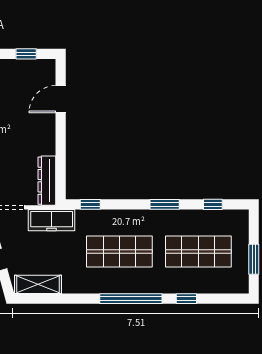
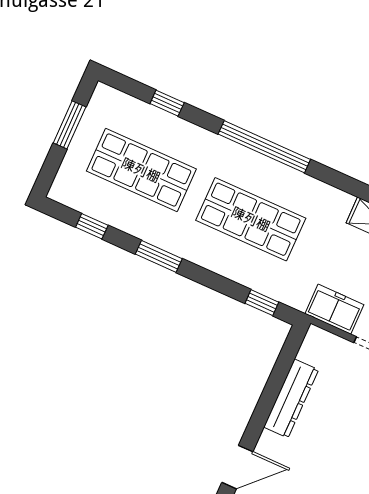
dresser: (47, 181) -> (291, 398), moved
freezer: (52, 220) -> (334, 309), width x0.71
window: (186, 299) -> (167, 103), moved

